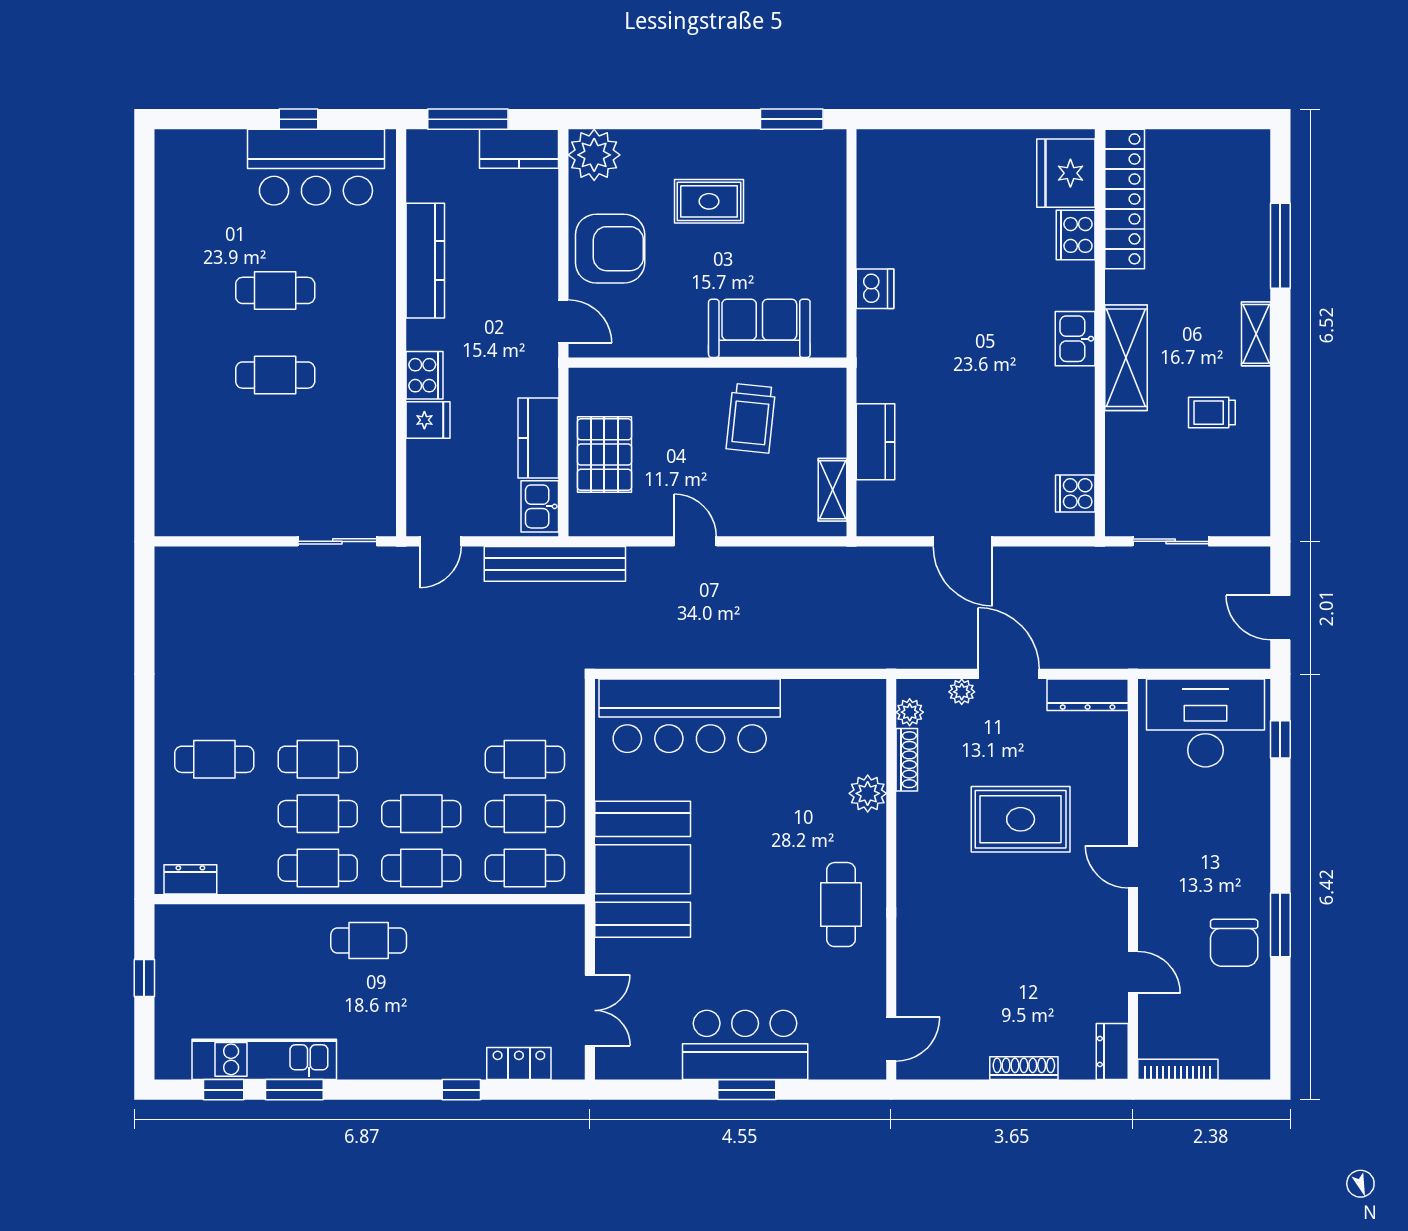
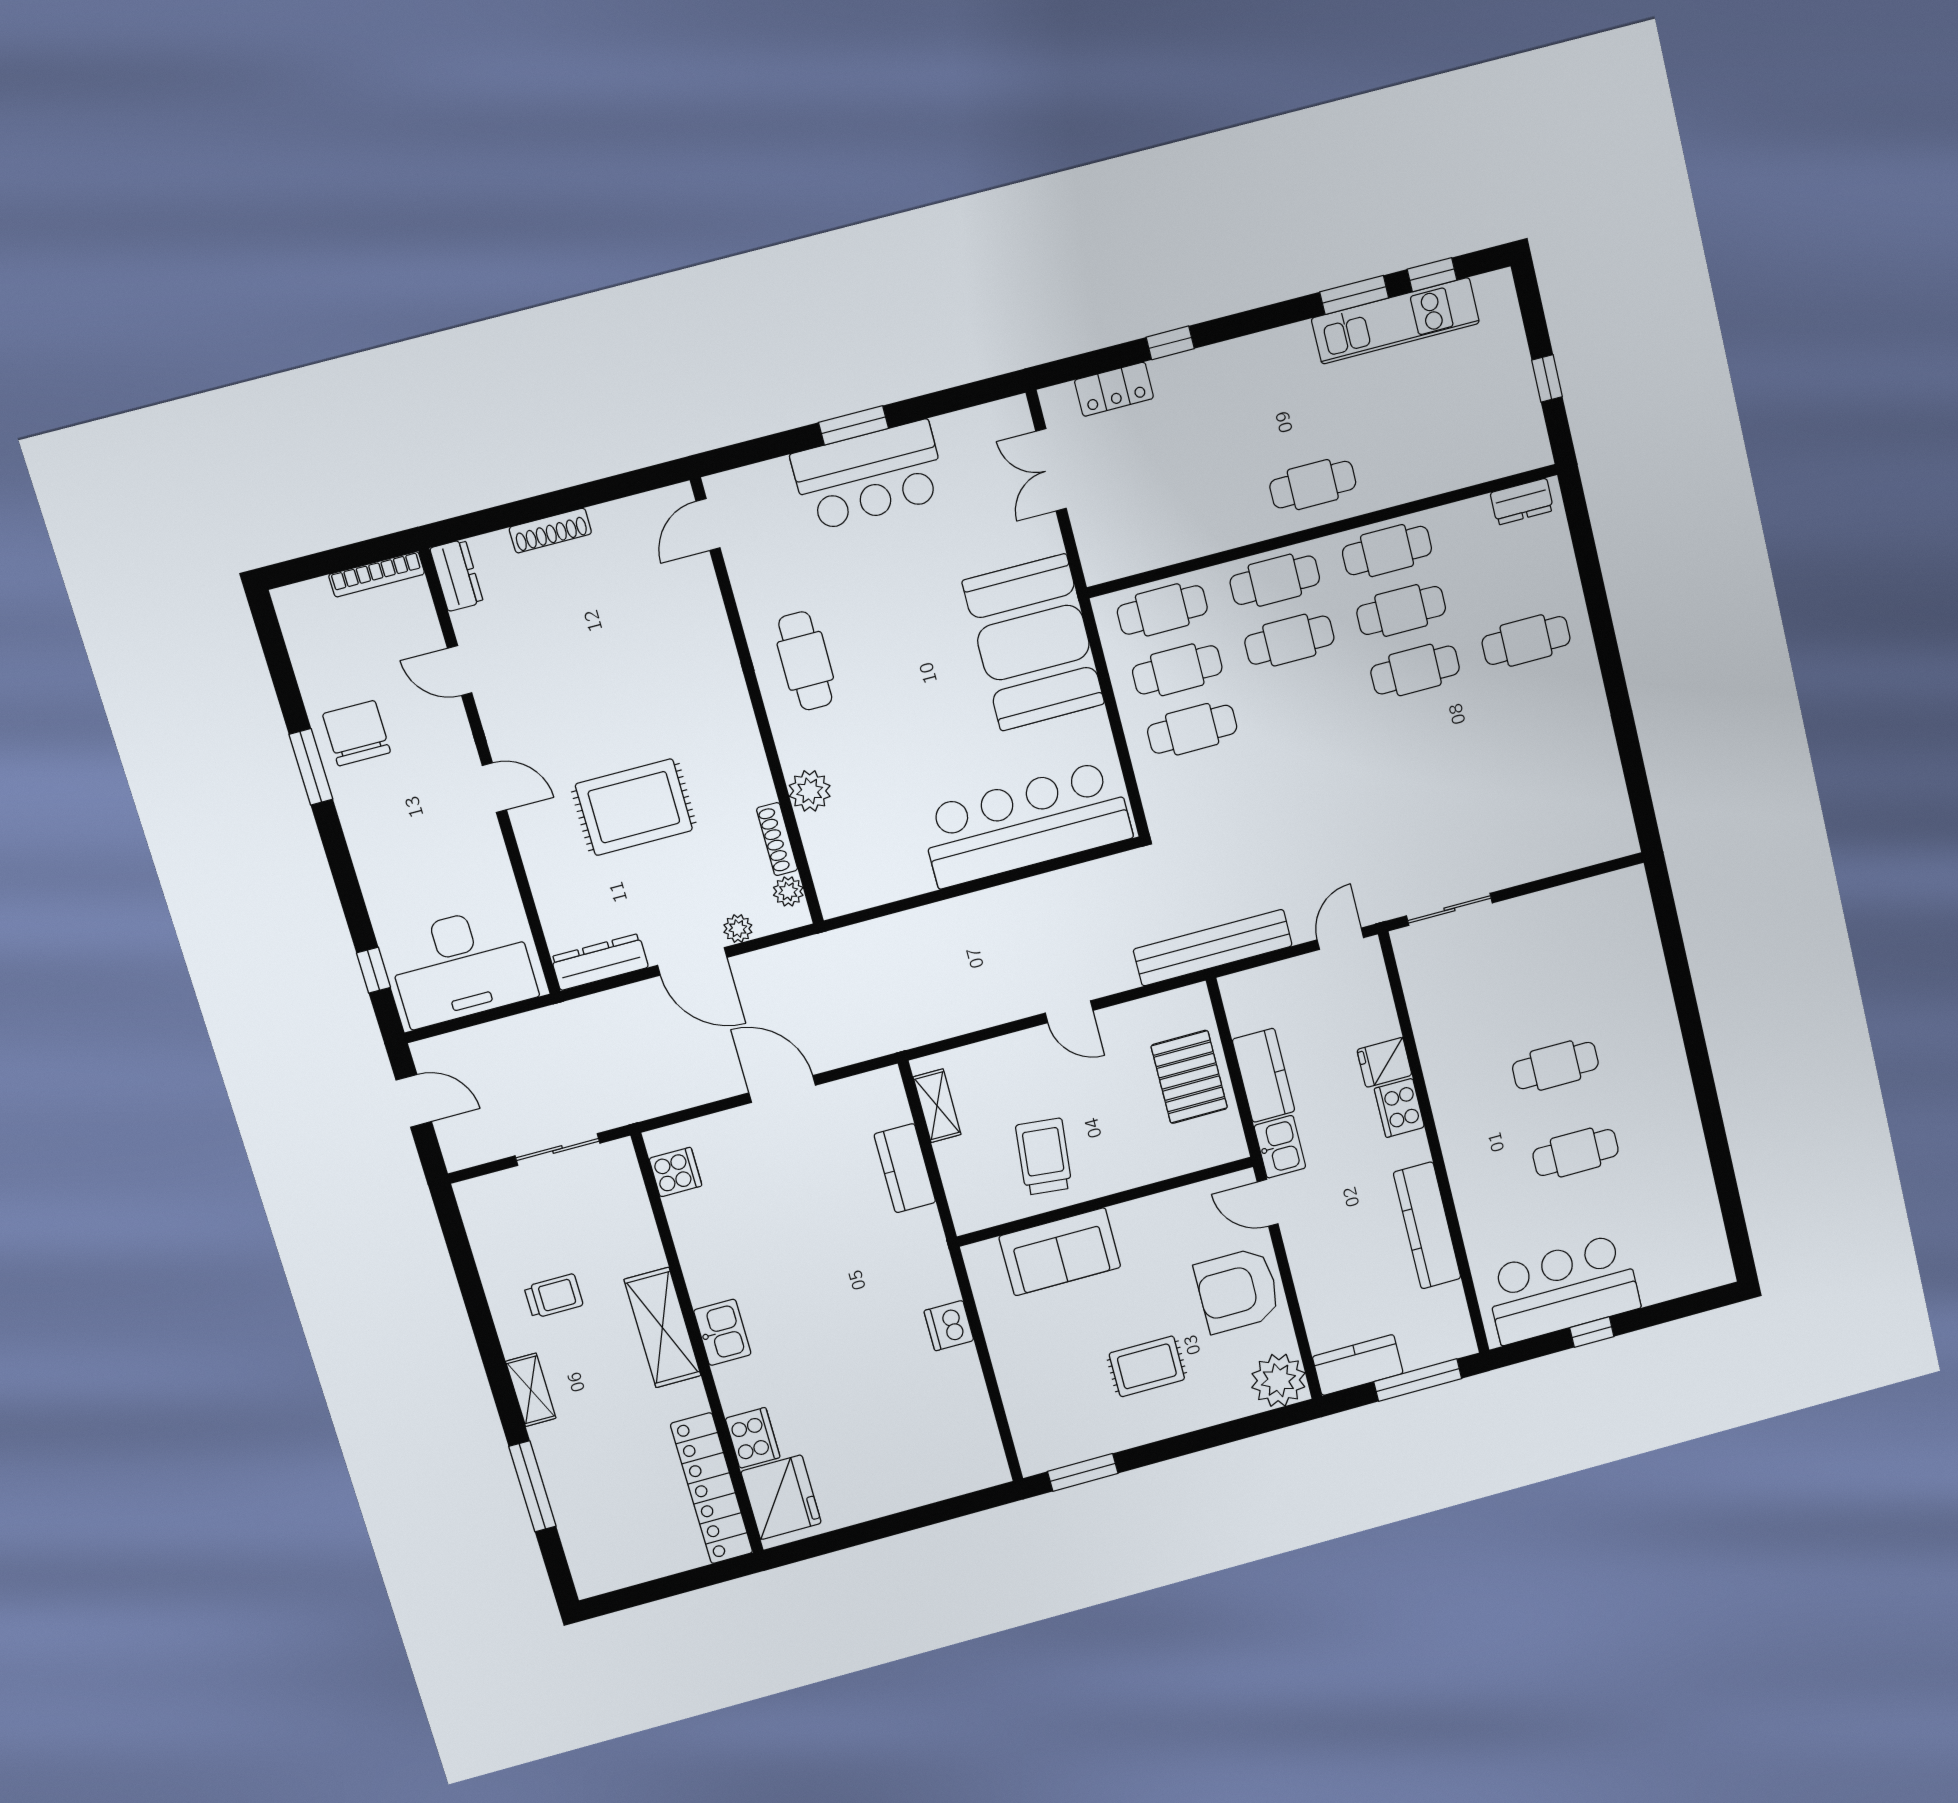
kitchen sink: (540, 506) -> (1280, 1147), moved

